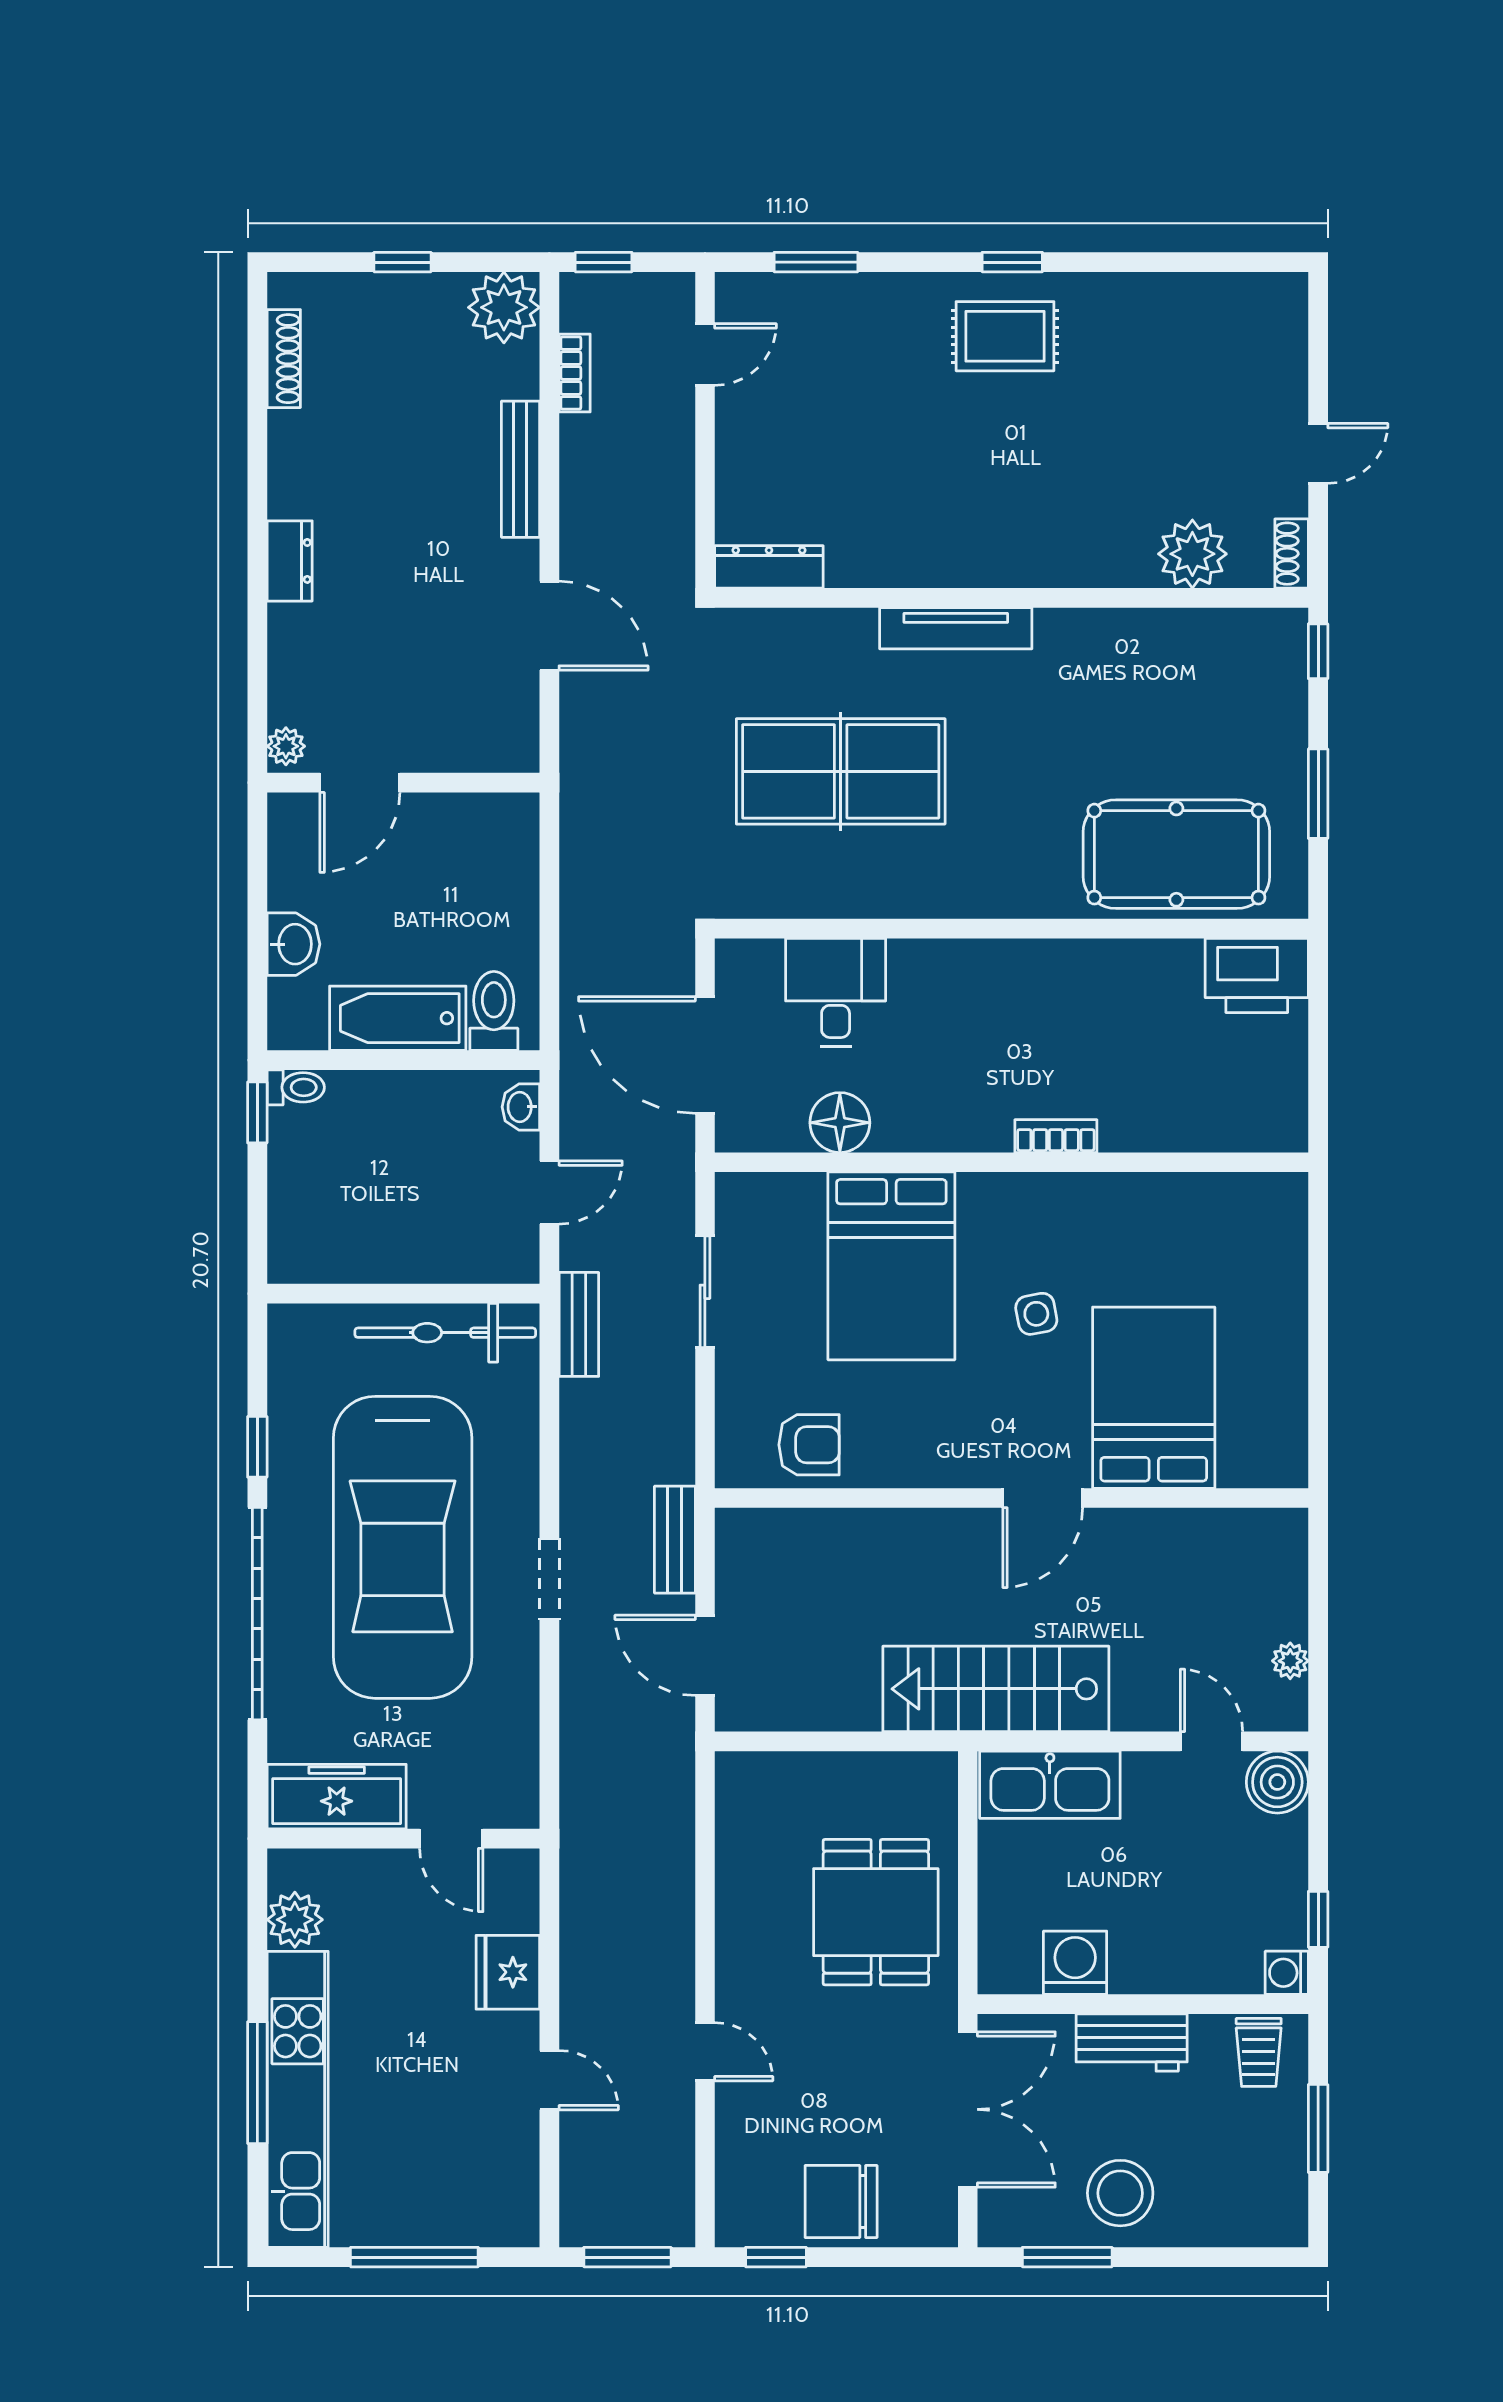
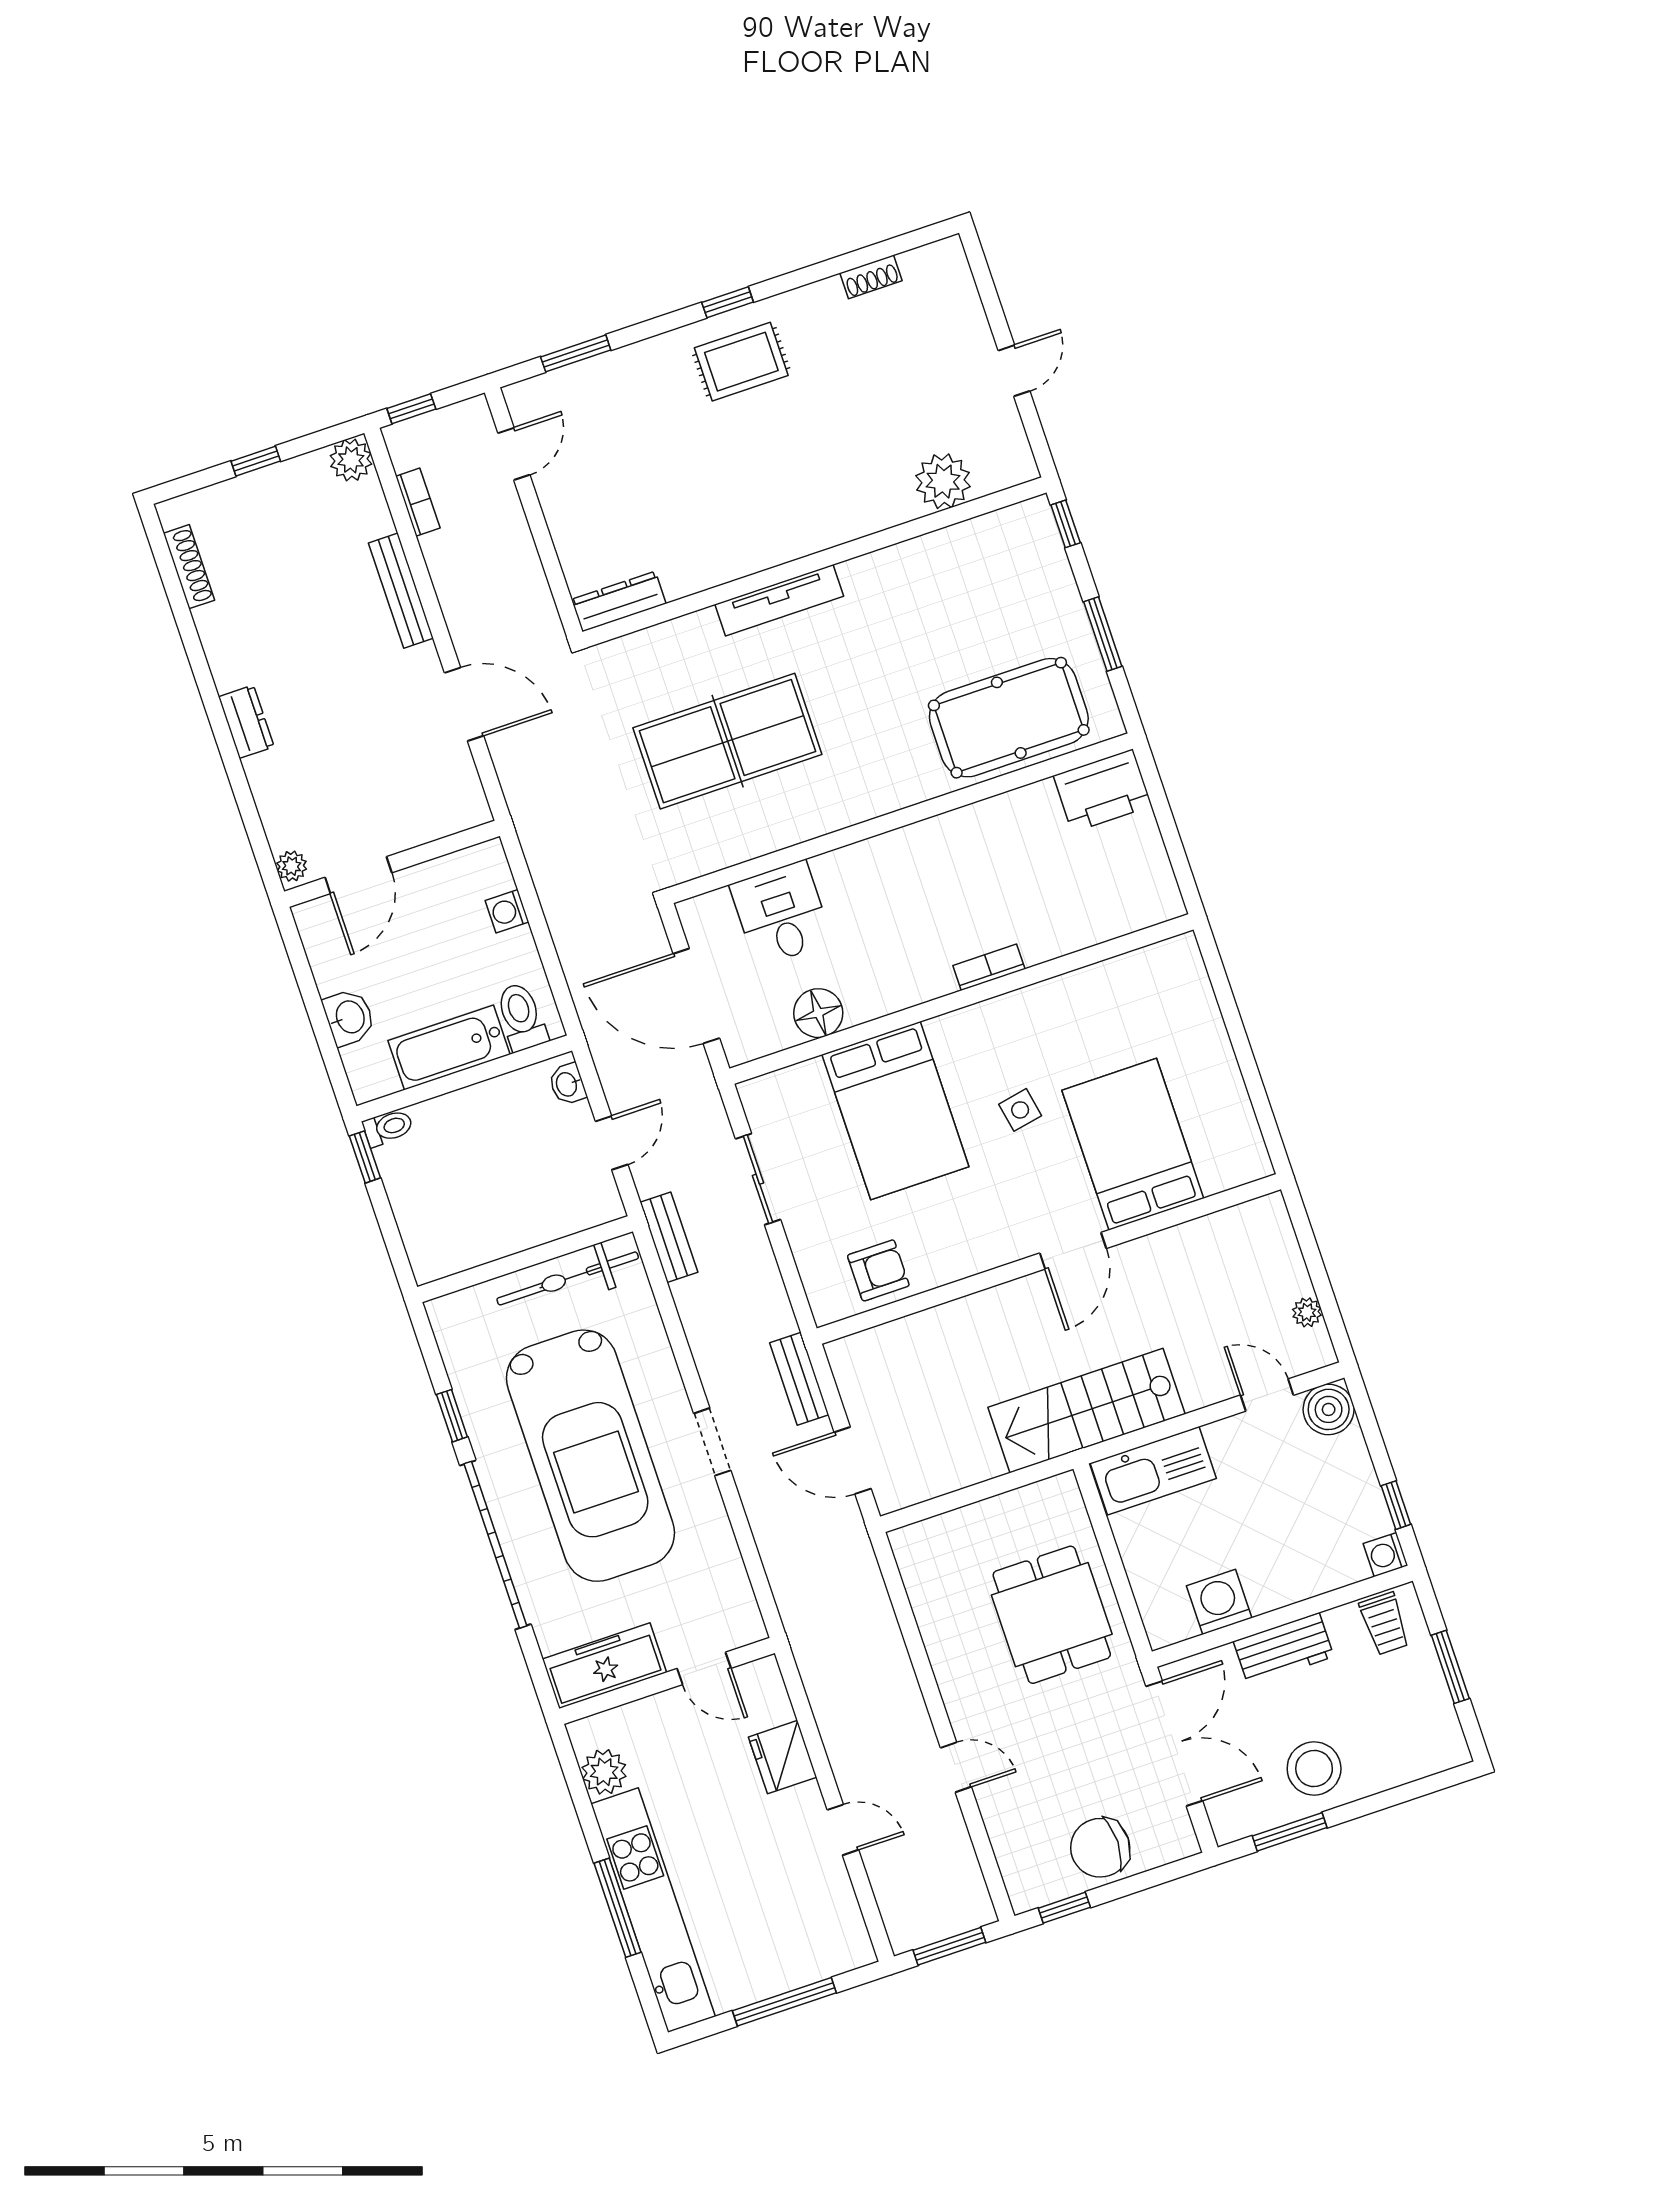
plant: (504, 307) -> (351, 460), width x0.73, depth x0.73
shoe rack: (1292, 554) -> (871, 277), moved, turned -90
washing machine: (518, 883) -> (507, 911), added

